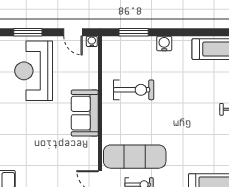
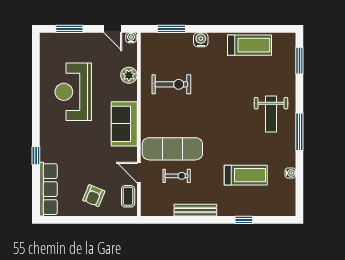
reception desk: (34, 71) -> (73, 92), moved
plant: (90, 80) -> (129, 75), added
sofa: (85, 113) -> (124, 124), moved

